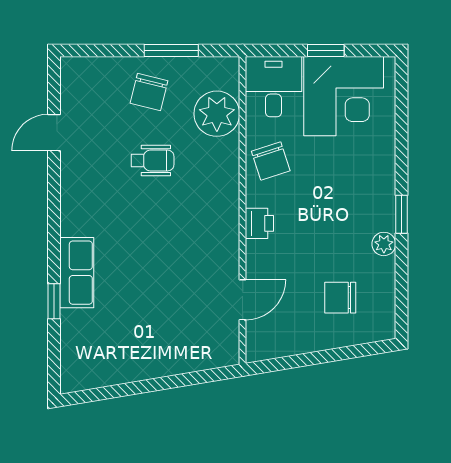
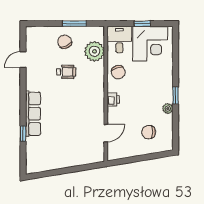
chair: (149, 92) -> (65, 42), turned 143
row of seats: (77, 273) -> (33, 114), width x1.48

